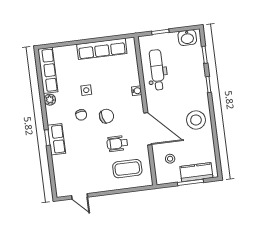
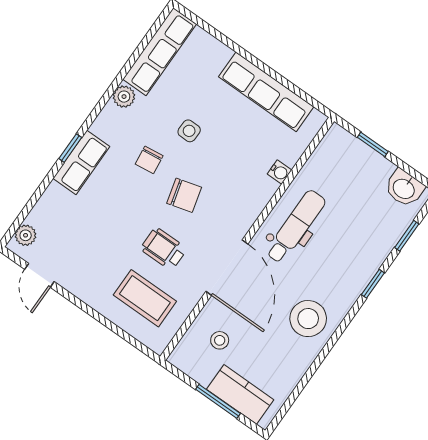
dental chair: (157, 70) -> (296, 227), moved
water cooler: (137, 91) -> (280, 172), moved
plant: (60, 186) -> (26, 235), added

